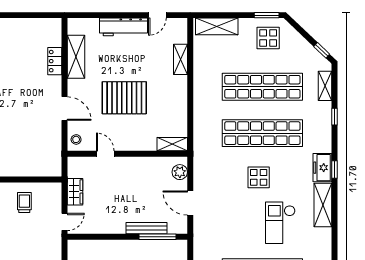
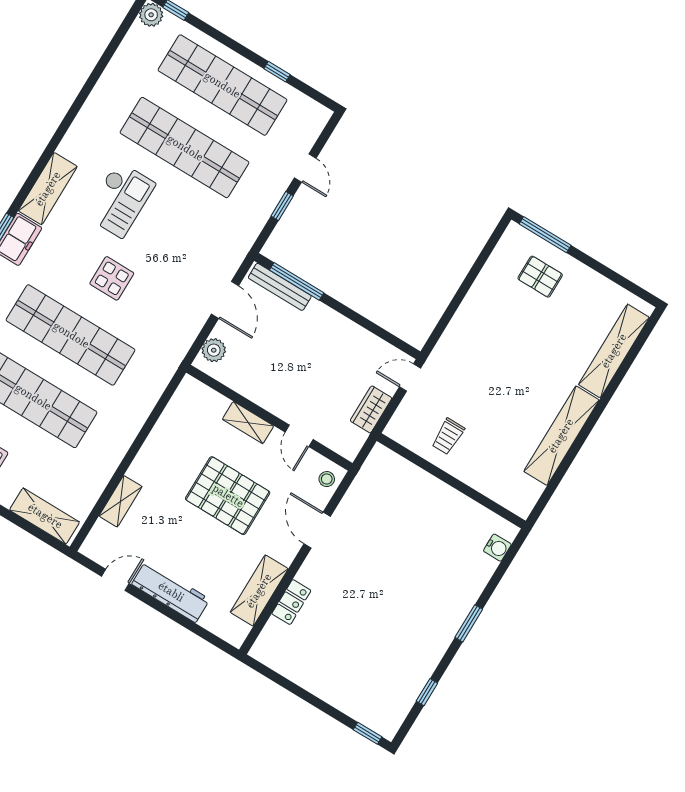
shelving: (172, 144) -> (248, 423), moved
bench: (146, 228) -> (280, 287), moved

